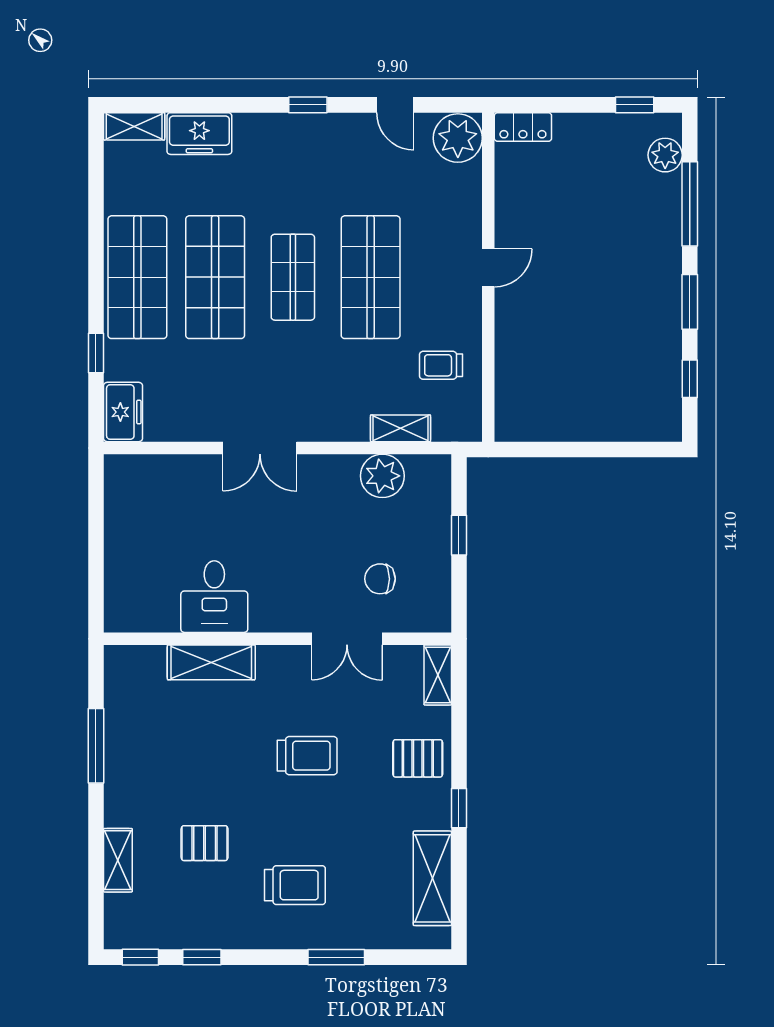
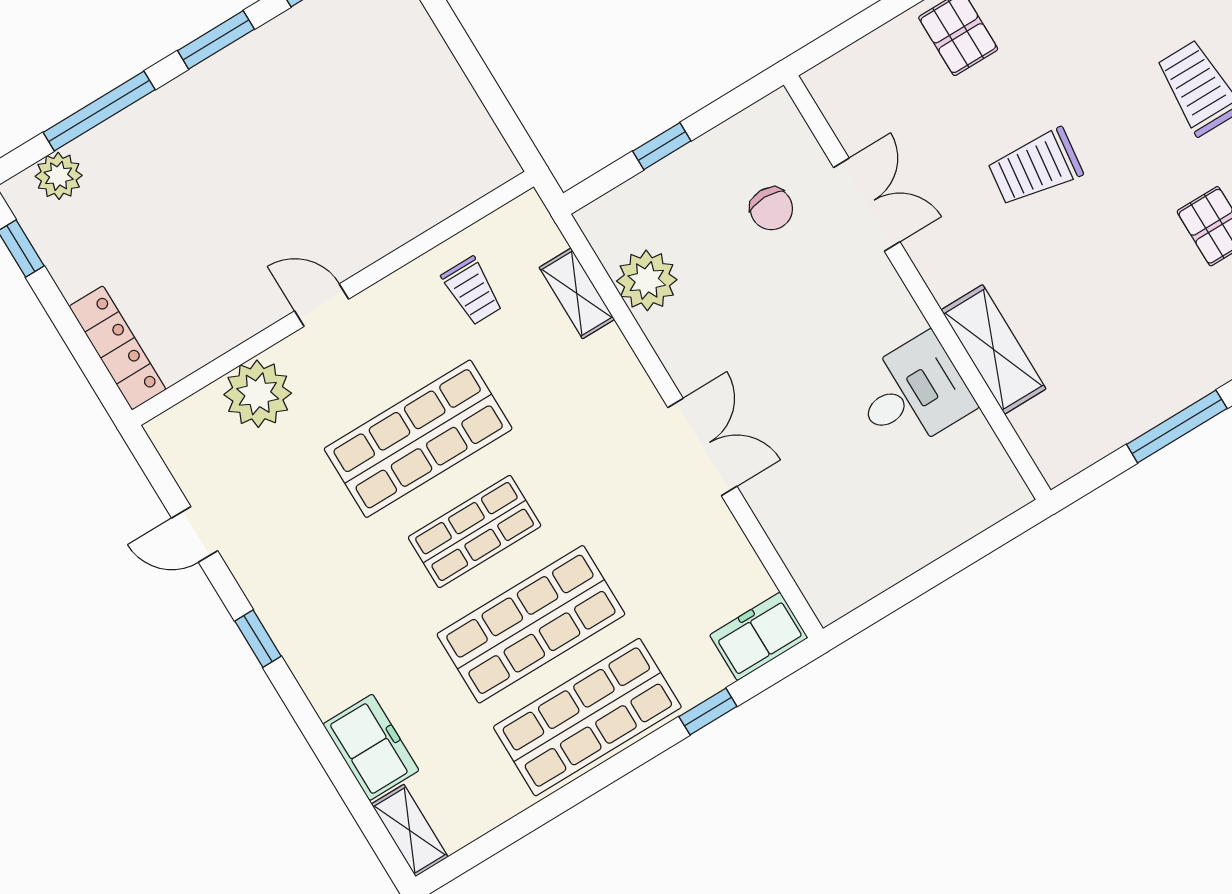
door: (395, 105) -> (195, 534), swing flipped
locker: (523, 127) -> (117, 348), width x1.53
plant: (458, 138) -> (258, 394), moved
shelving: (438, 675) -> (844, 70), removed
trolley: (307, 756) -> (1035, 167), turned -83

